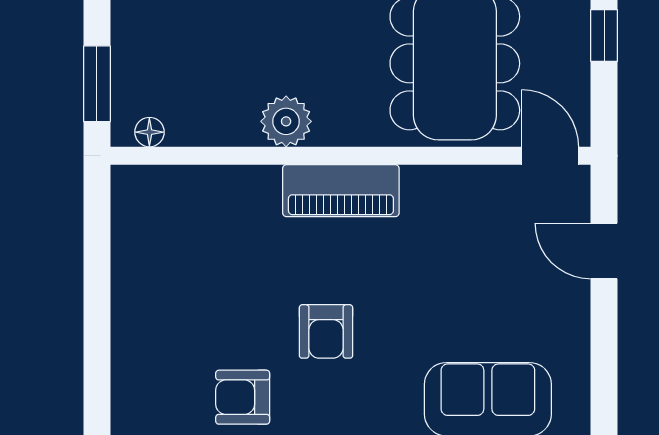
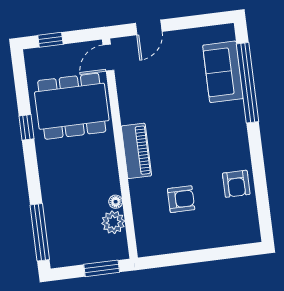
plant: (286, 121) -> (113, 222), moved
floor lamp: (149, 132) -> (116, 202), moved
armchair: (326, 331) -> (181, 199), moved

